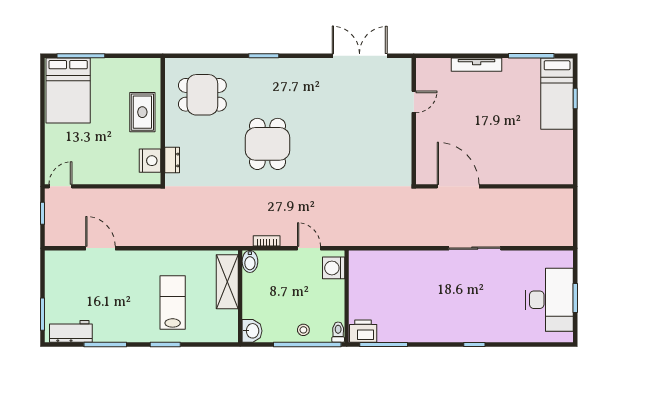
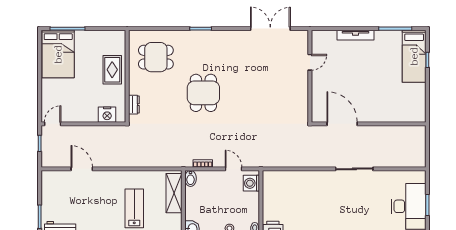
nightstand: (150, 161) -> (107, 115), moved, turned 90

